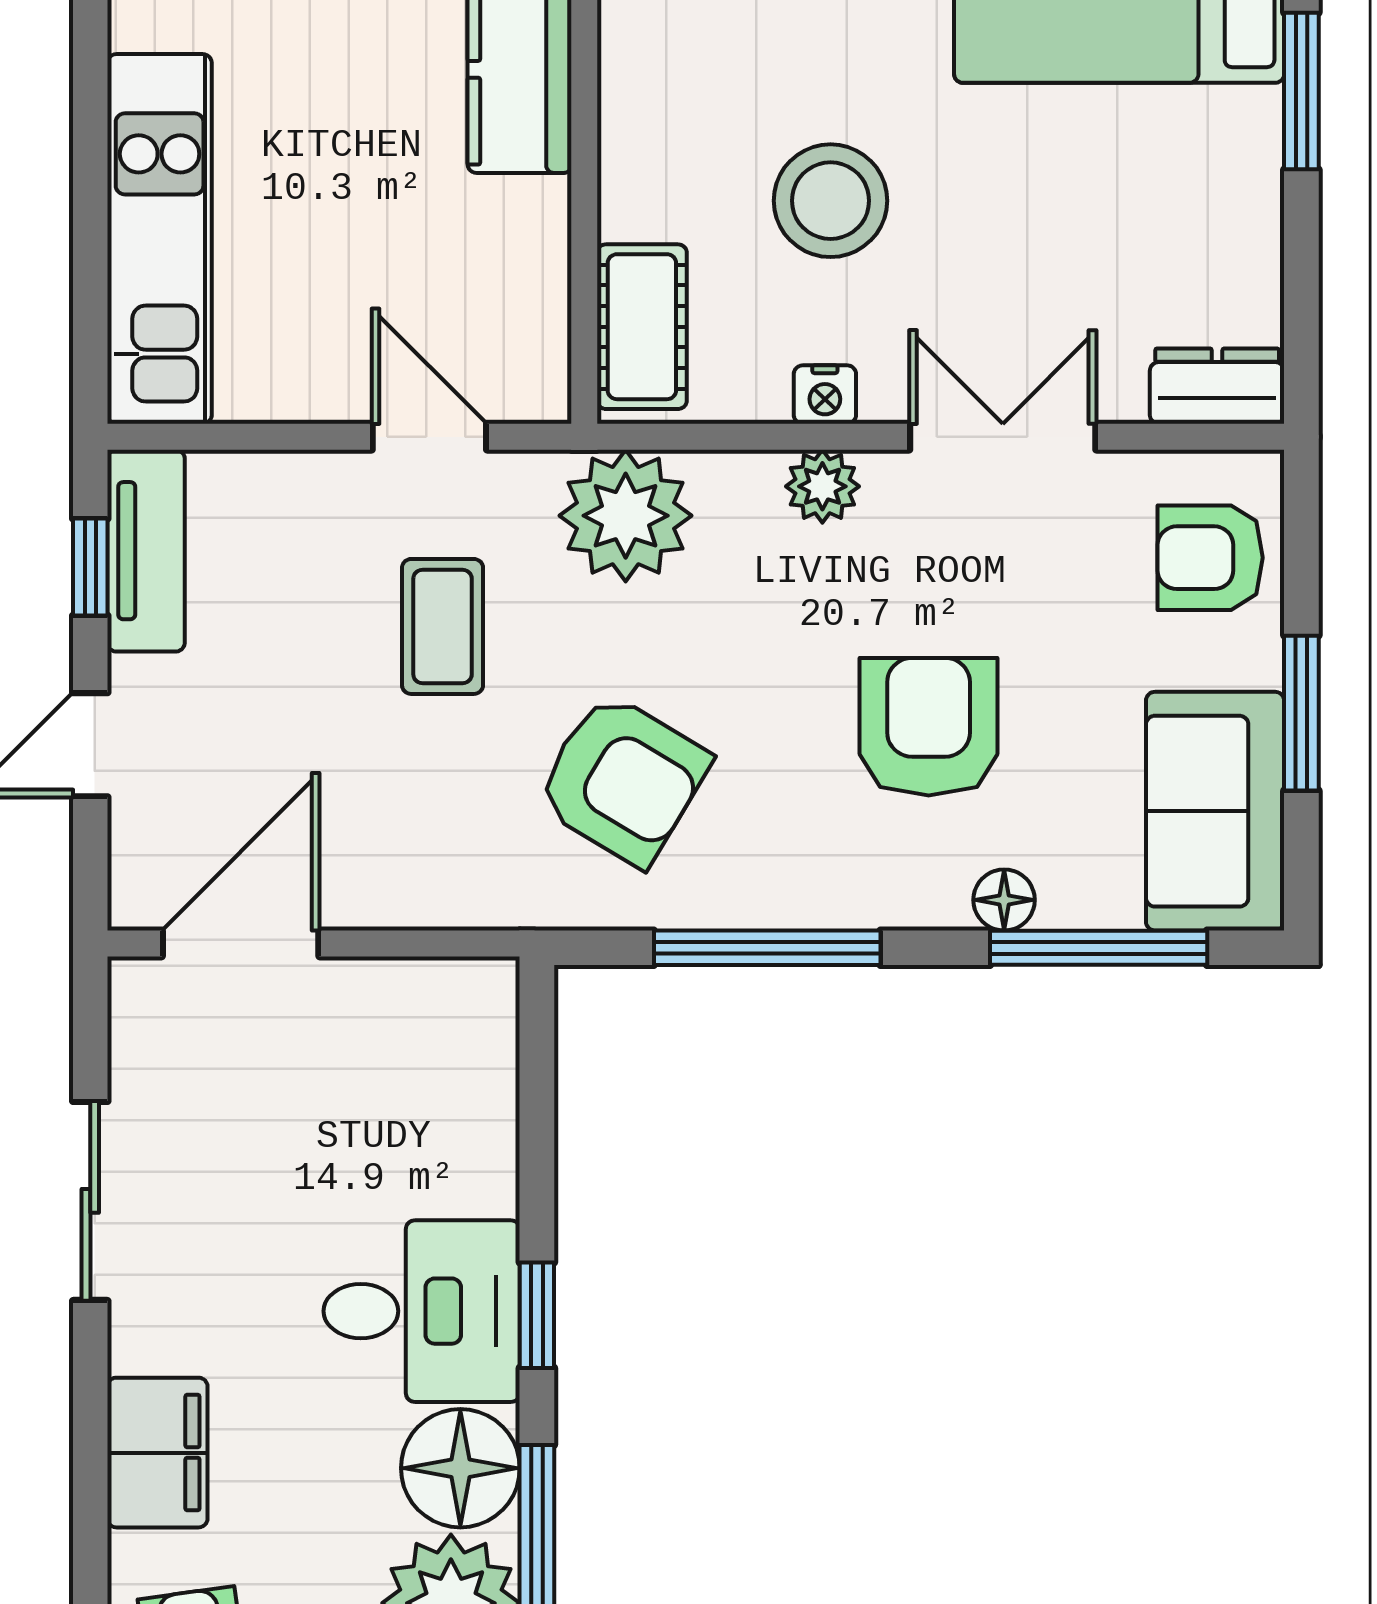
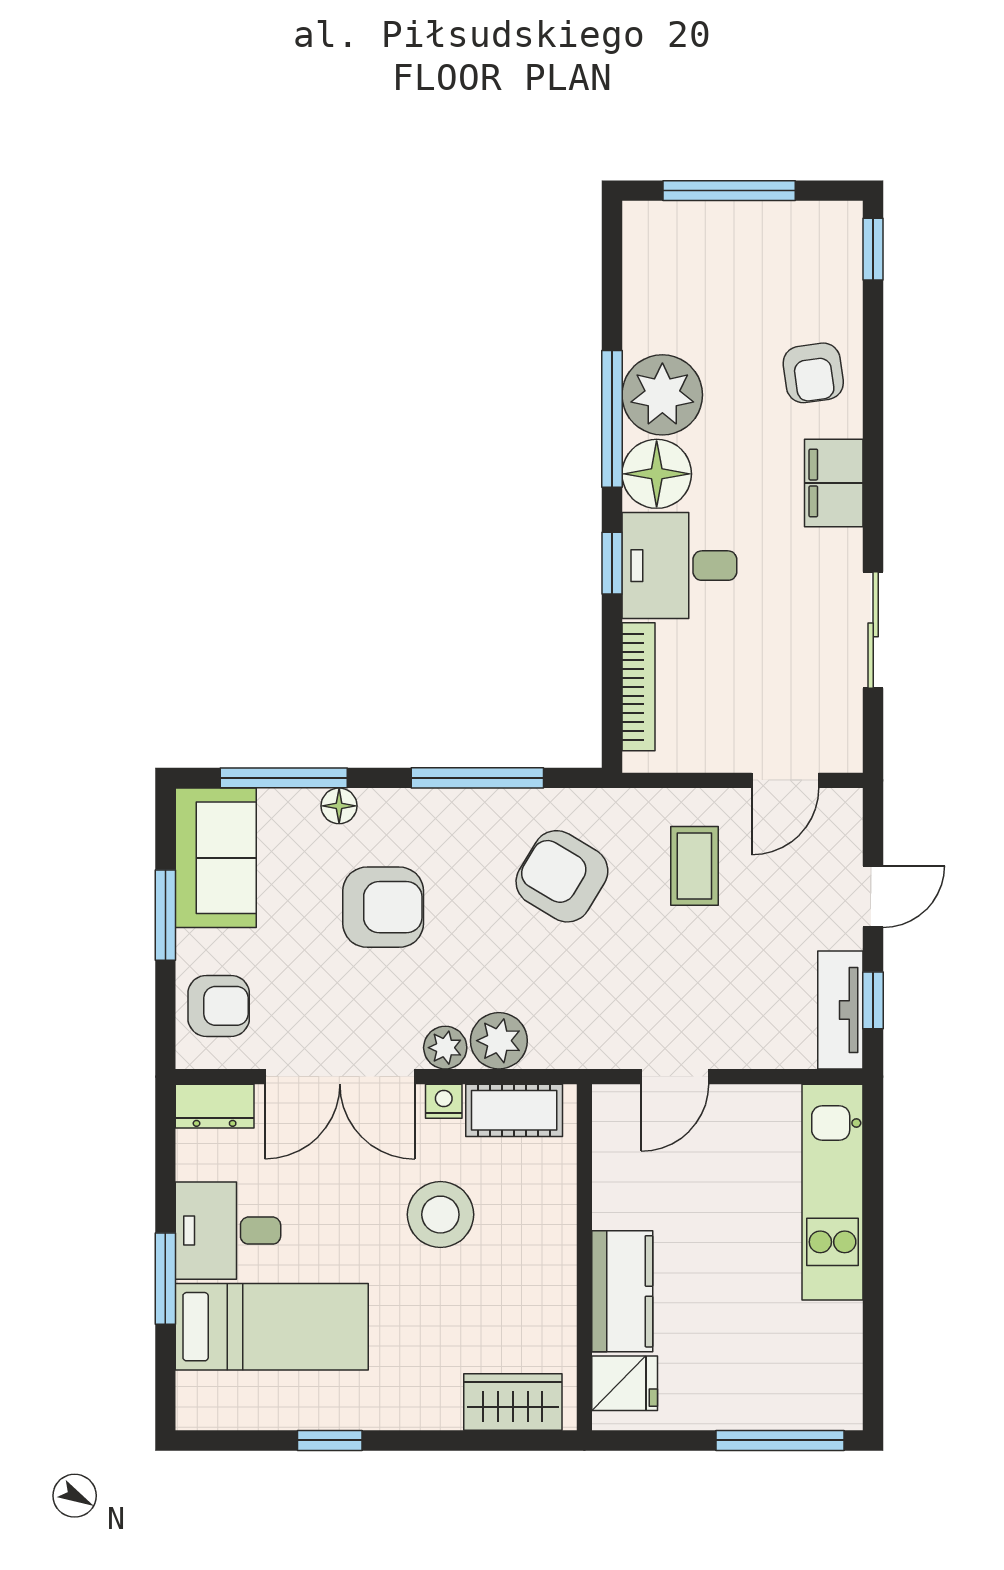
desk: (1194, 173) -> (228, 1231), added
cot: (642, 327) -> (514, 1110), moved, turned 90
door: (429, 437) -> (675, 1077), hinge flipped
double door: (1003, 437) -> (340, 1077), width x1.37
plant: (626, 516) -> (499, 1041), moved, width x0.73, depth x0.73
coffee table: (443, 626) -> (694, 866), moved
armchair: (929, 727) -> (383, 907), turned -90
door: (241, 943) -> (785, 780), width x0.73
bookcase: (492, 1104) -> (638, 687), added

